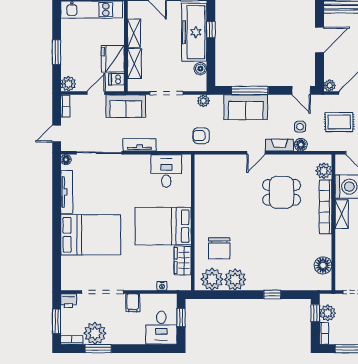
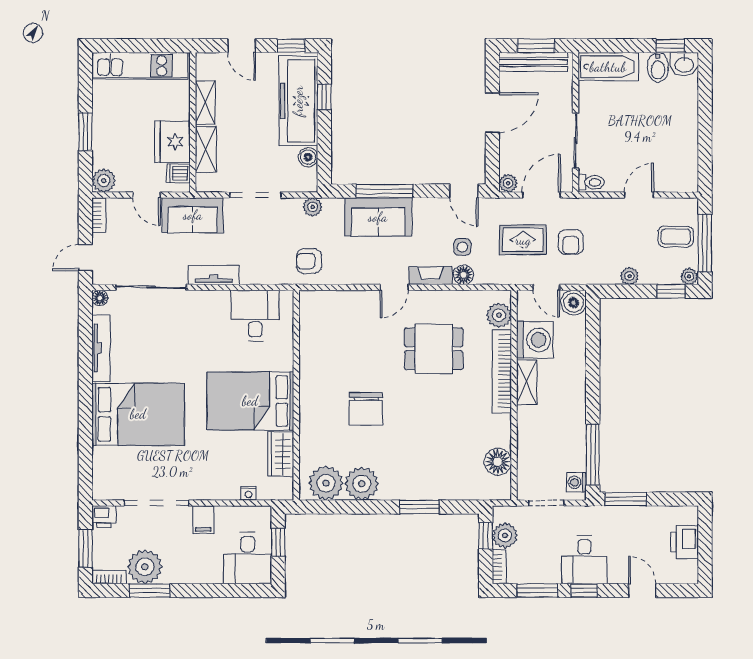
door: (96, 93) -> (147, 195), swing flipped
chair: (219, 248) -> (366, 409), moved
window: (272, 295) -> (419, 507), width x1.50

